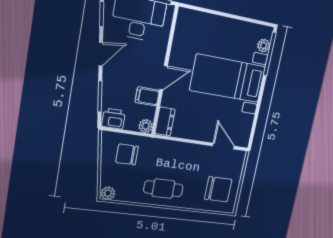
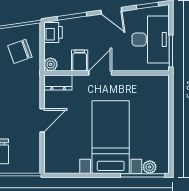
door: (164, 78) -> (100, 73), swing flipped
door: (224, 146) -> (42, 120), moved
chair: (127, 154) -> (20, 51), turned -110

